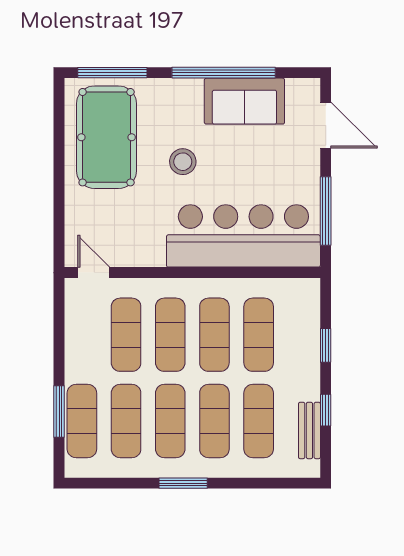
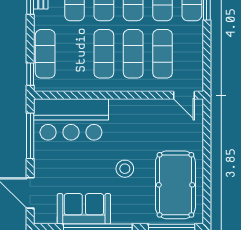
bar counter: (243, 236) -> (71, 119), width x0.73
exercise mat: (259, 335) -> (45, 54), moved
window: (326, 345) -> (30, 74), moved

